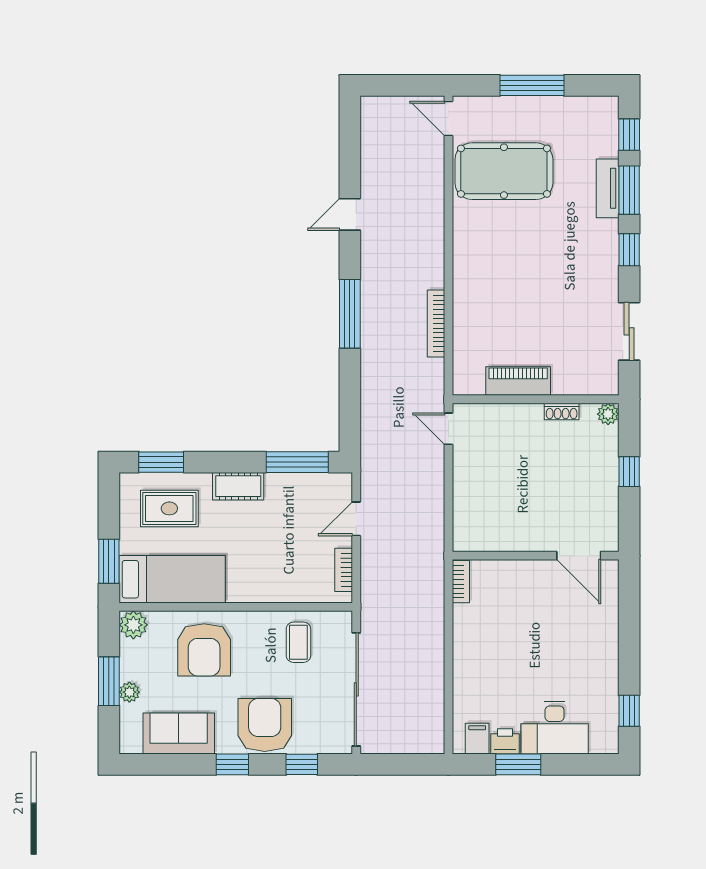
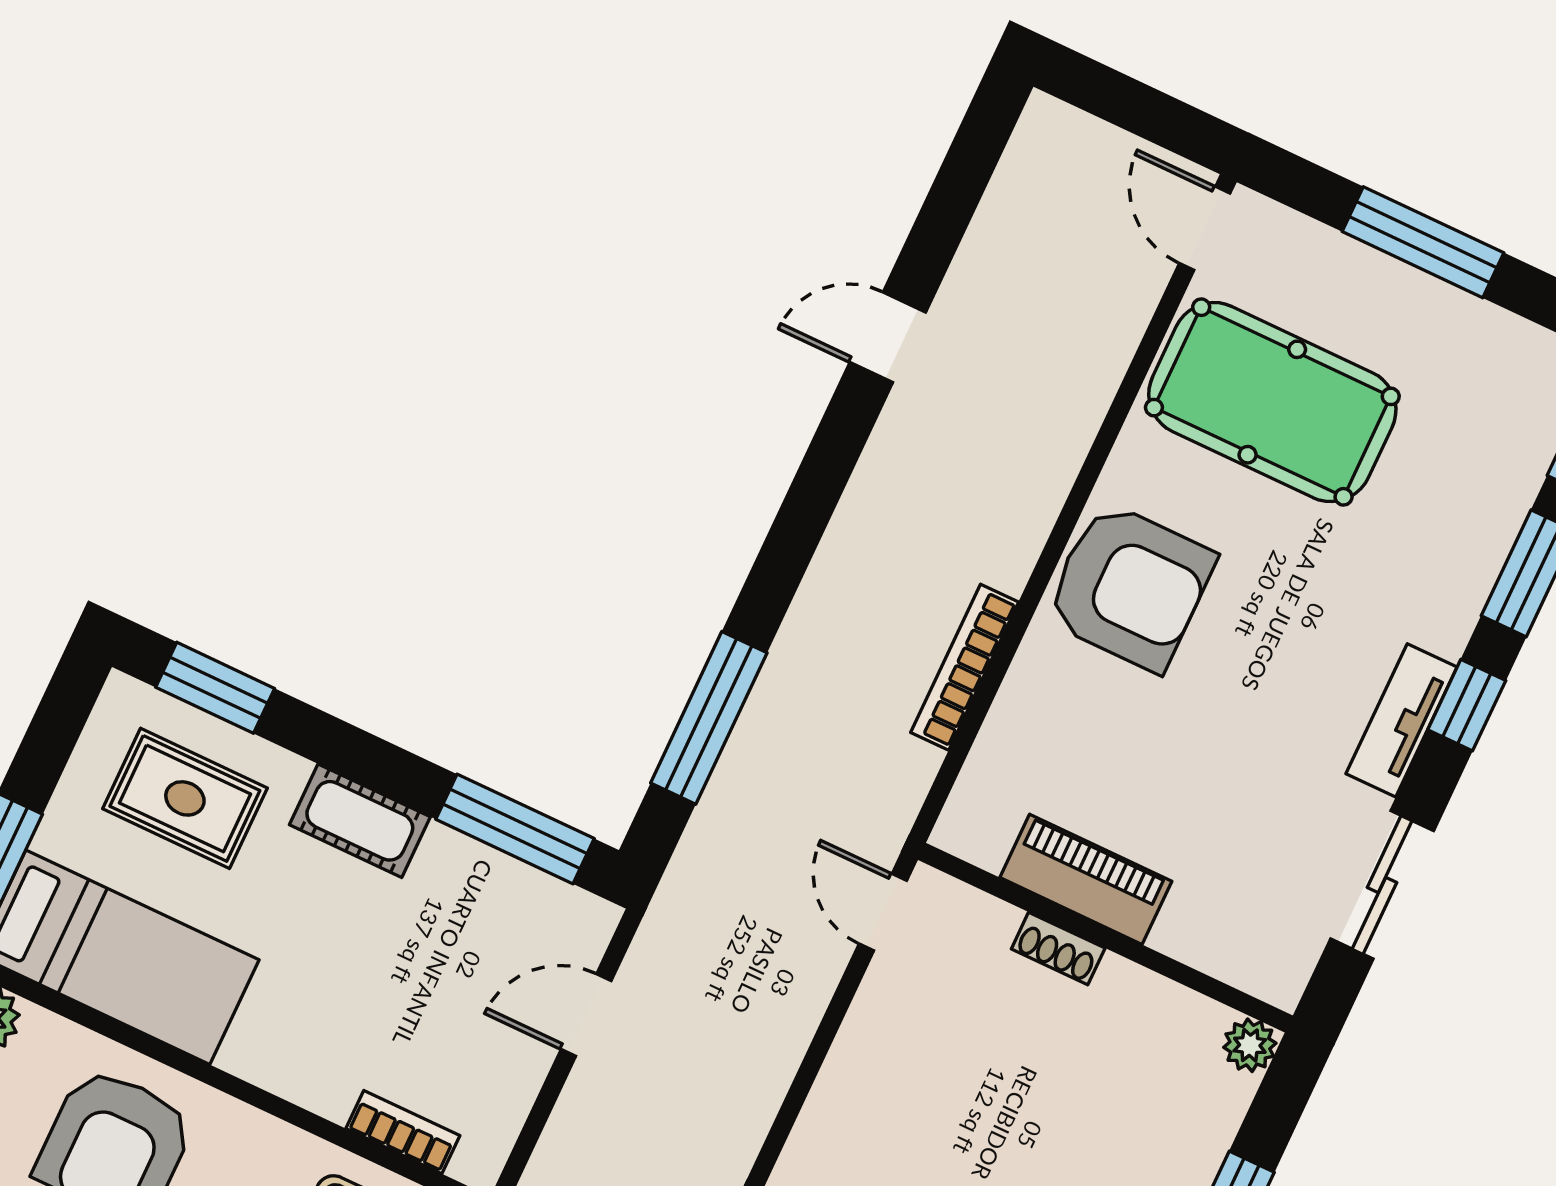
tv unit: (608, 188) -> (1401, 720), moved
armchair: (483, 265) -> (1130, 587), added
window: (350, 314) -> (709, 718), moved
shoe rack: (562, 412) -> (1058, 949), moved
bookcase: (344, 570) -> (403, 1132), moved, turned 90

